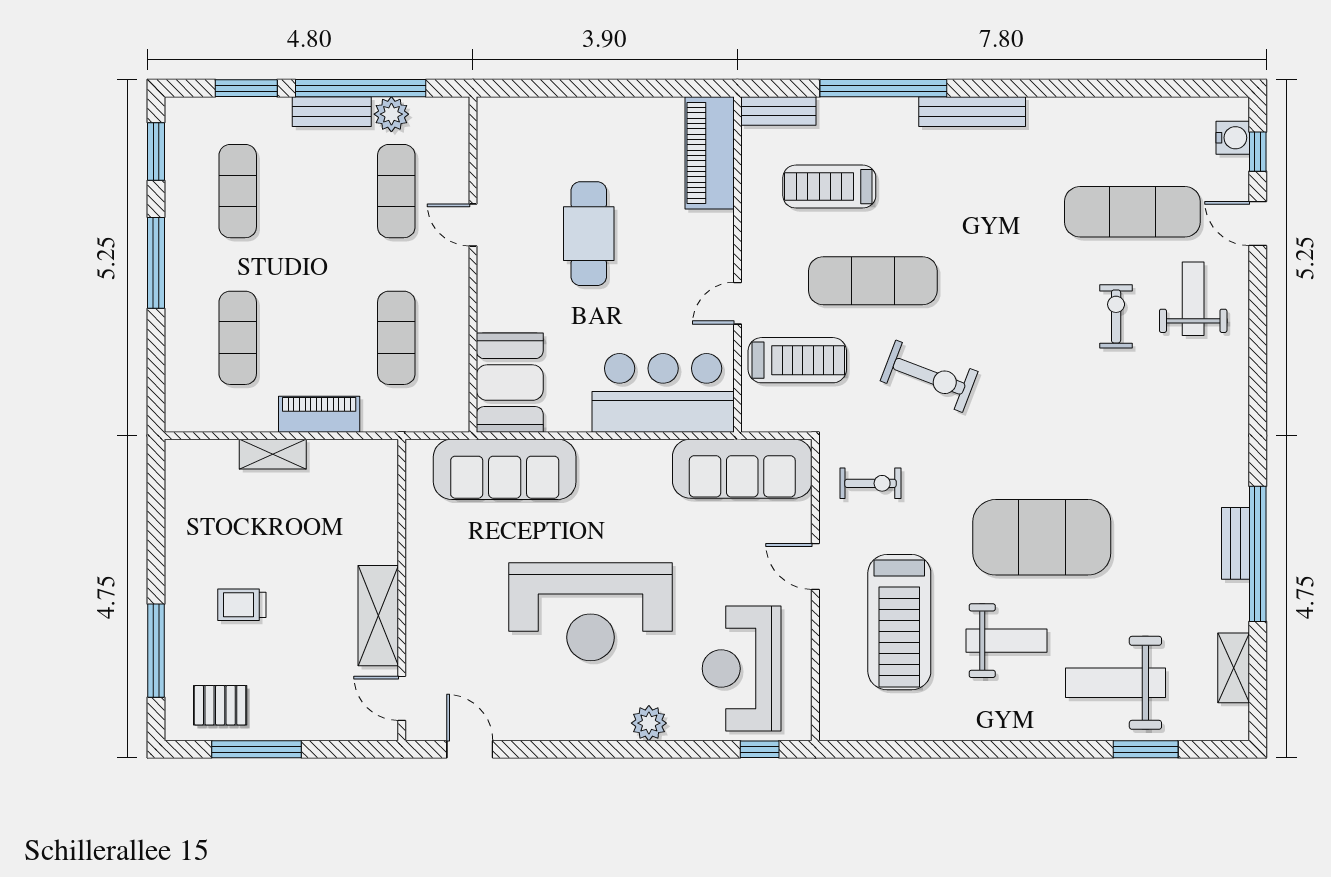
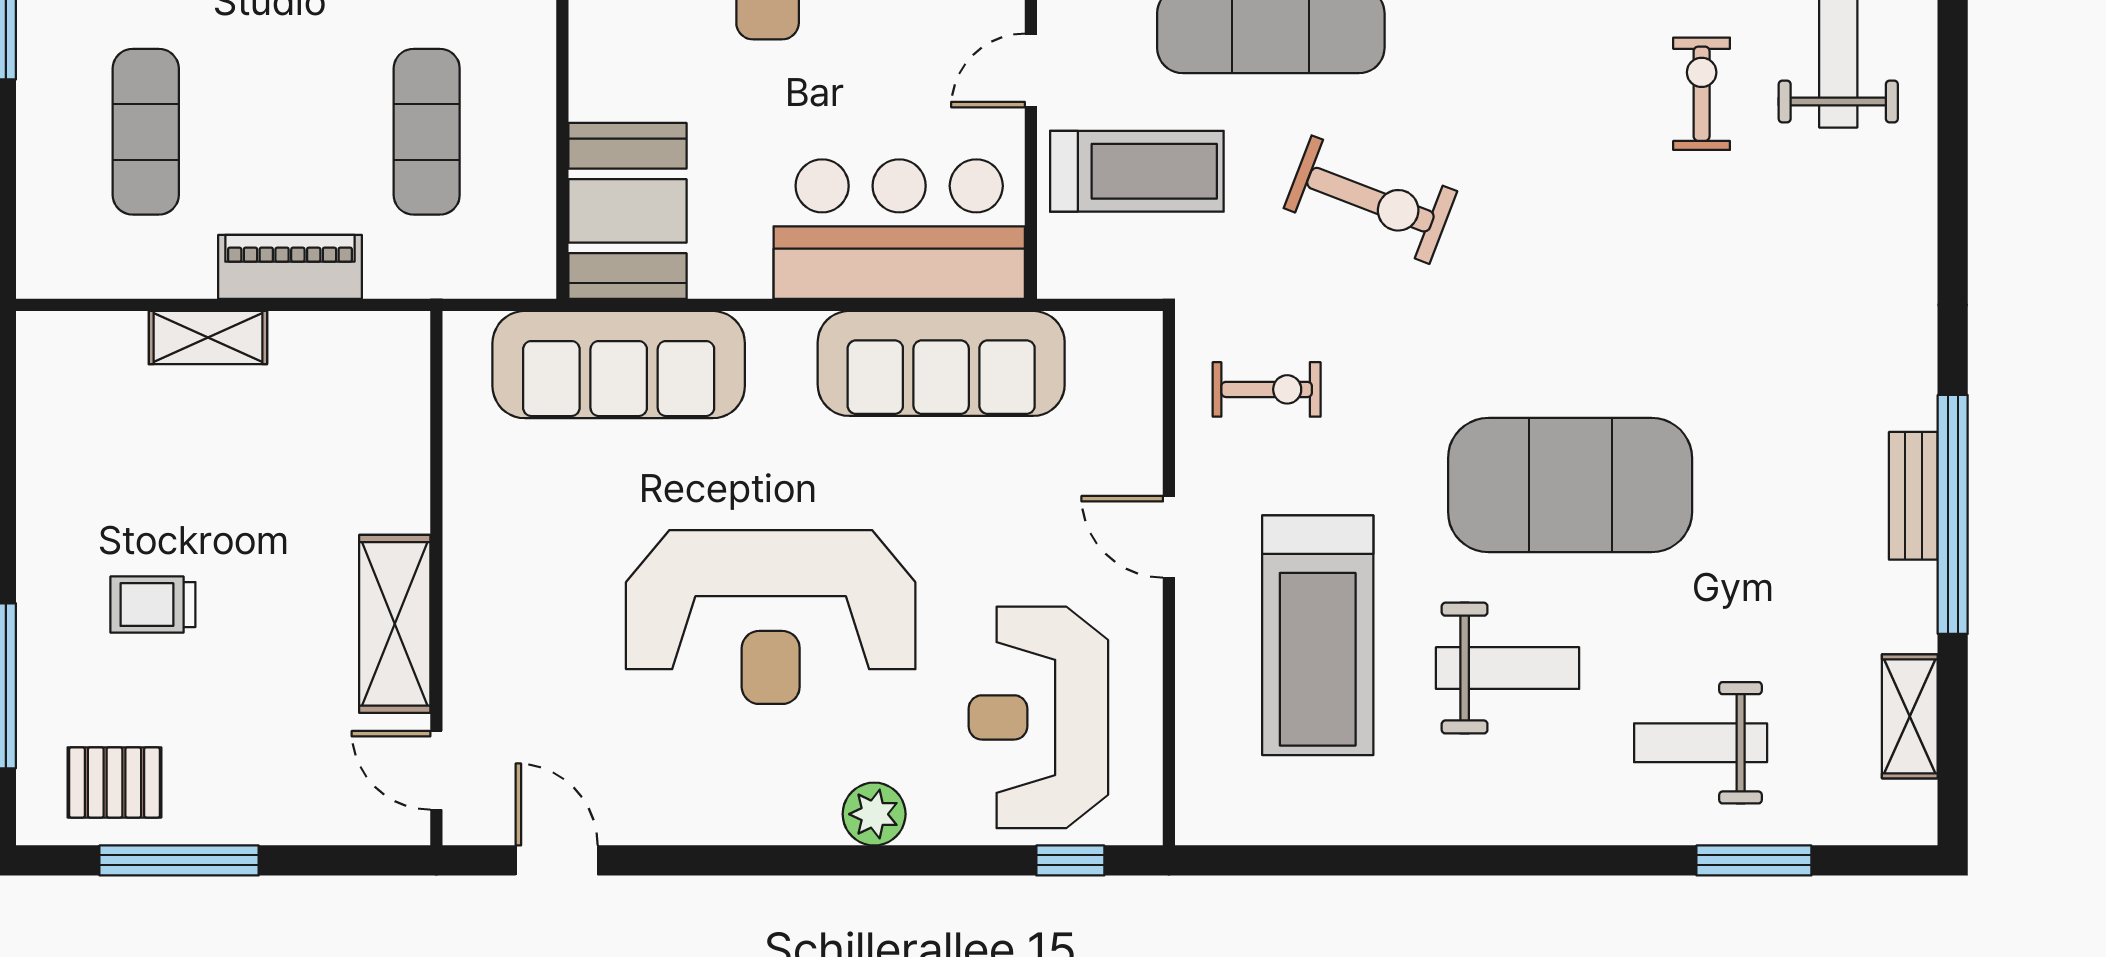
sofa: (742, 469) -> (941, 363), moved
weight bench: (1115, 683) -> (1701, 743), width x0.73, depth x0.75

